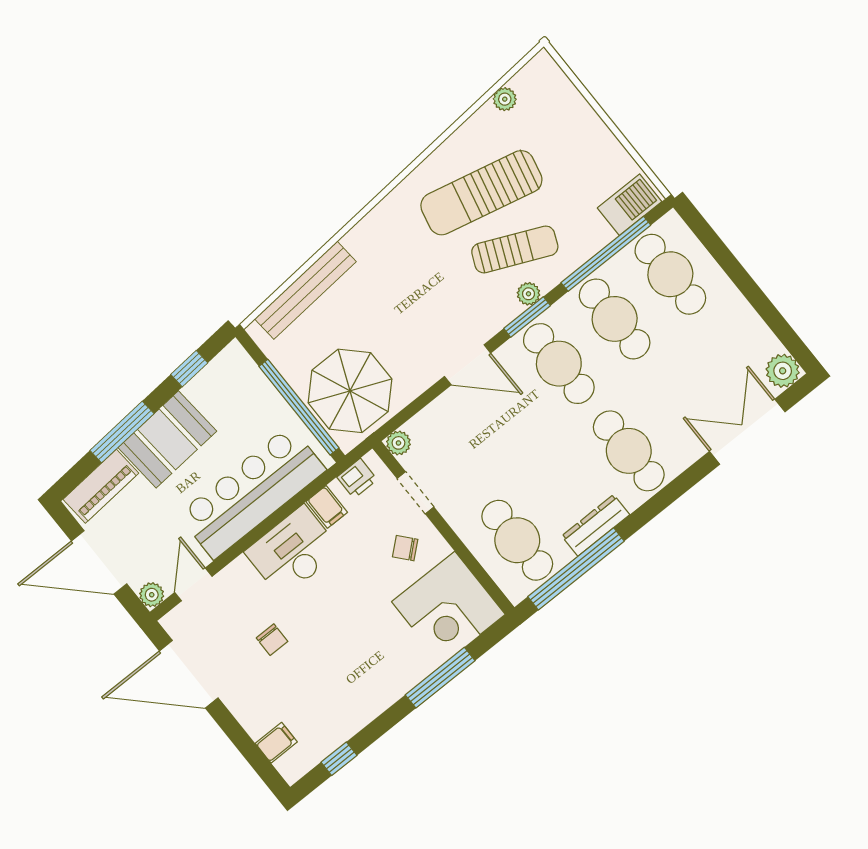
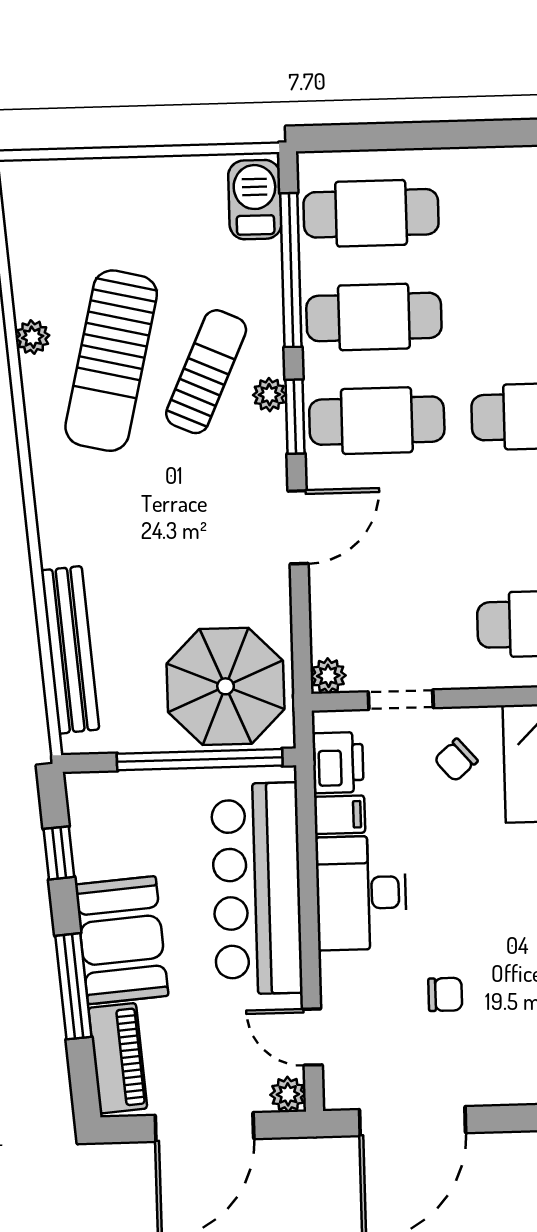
plant: (505, 99) -> (33, 337), moved
printer: (357, 478) -> (338, 763), width x1.36, depth x1.24

